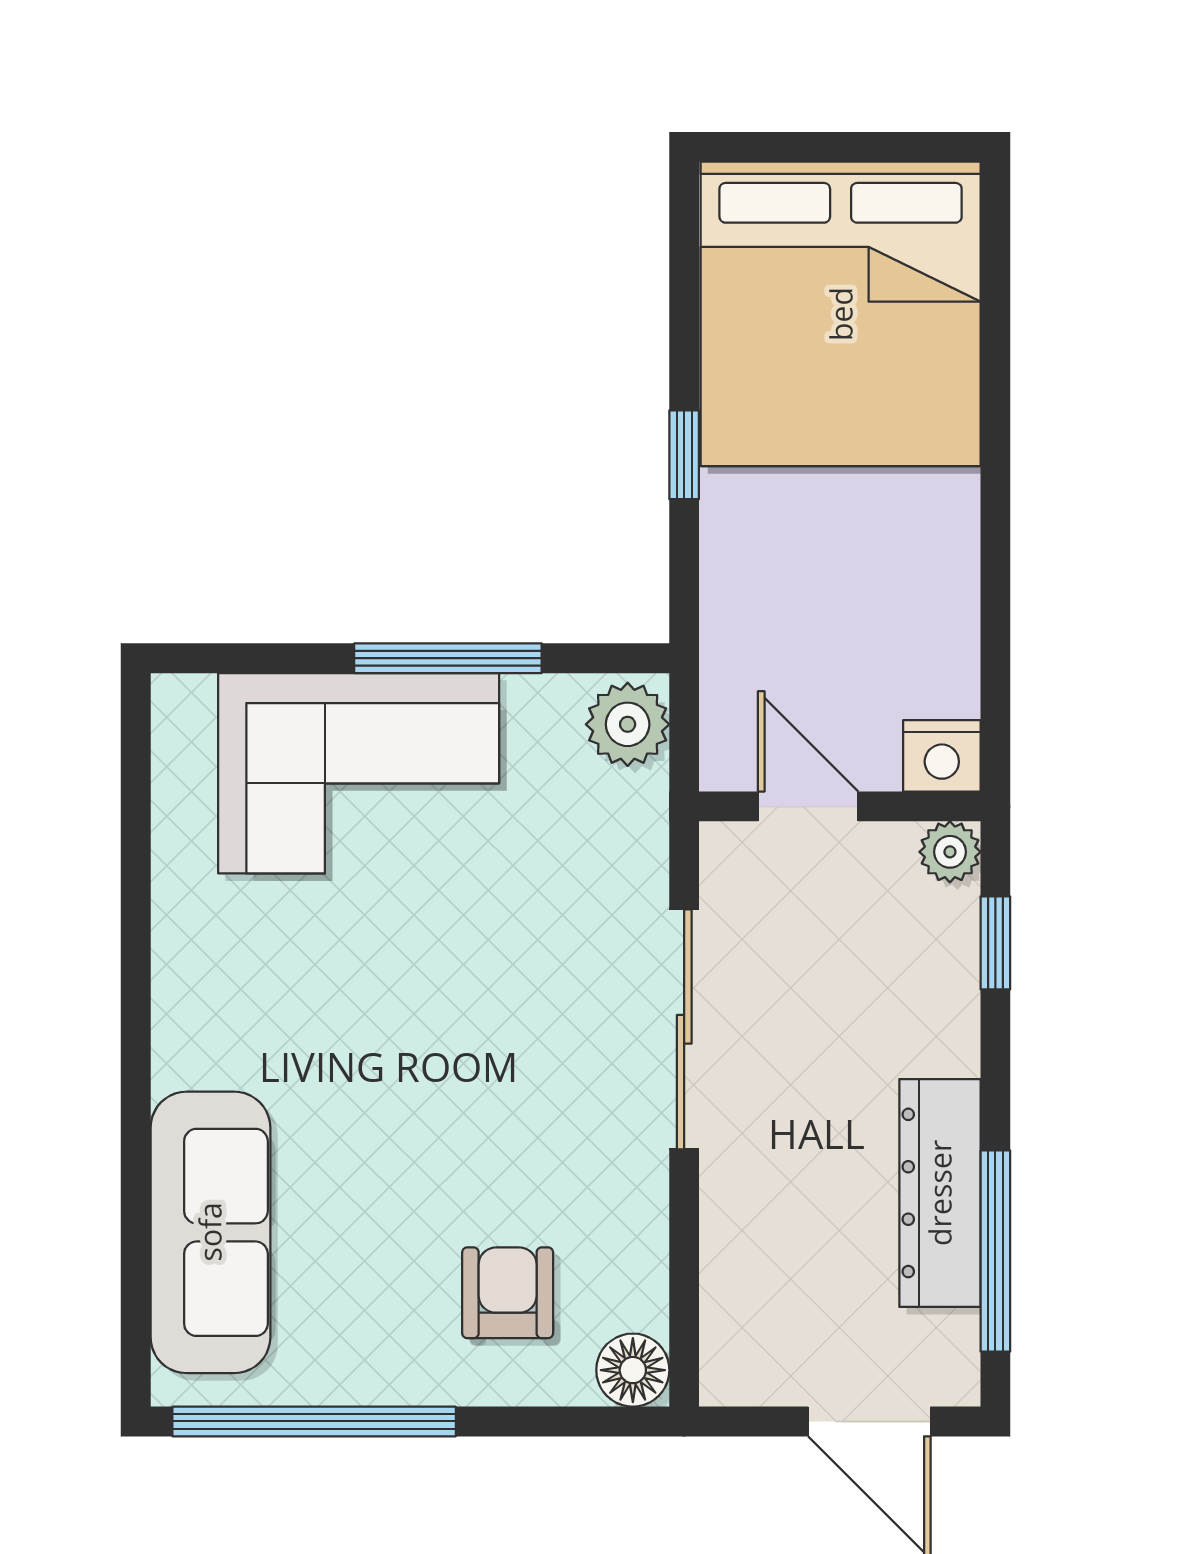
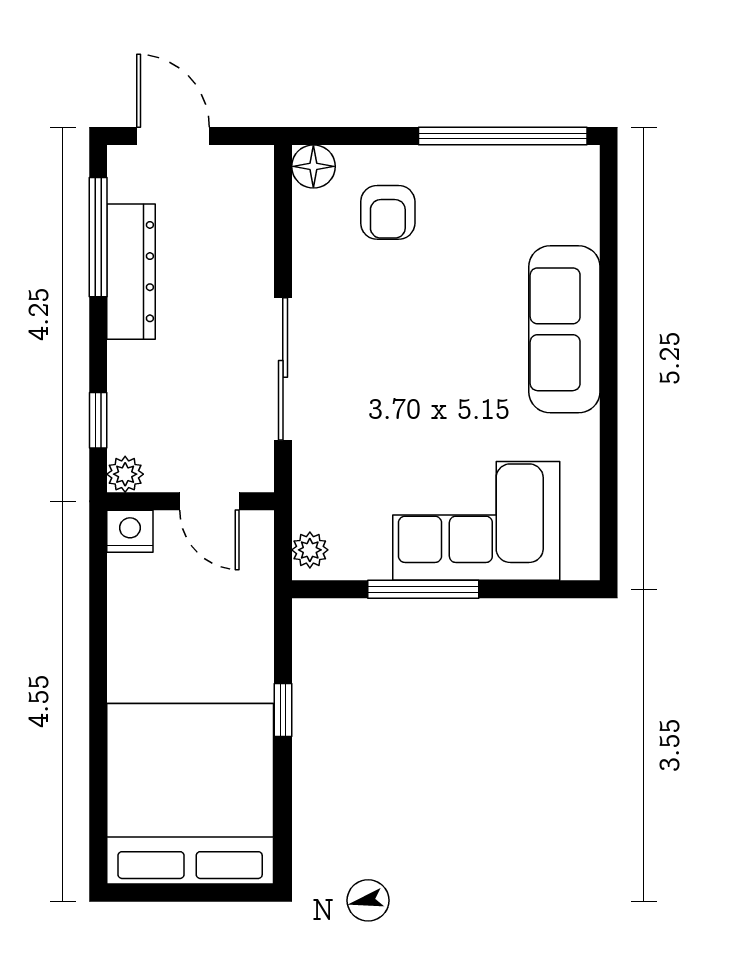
plant: (628, 724) -> (310, 550), width x0.73, depth x0.73
sofa: (210, 1232) -> (564, 329), moved

